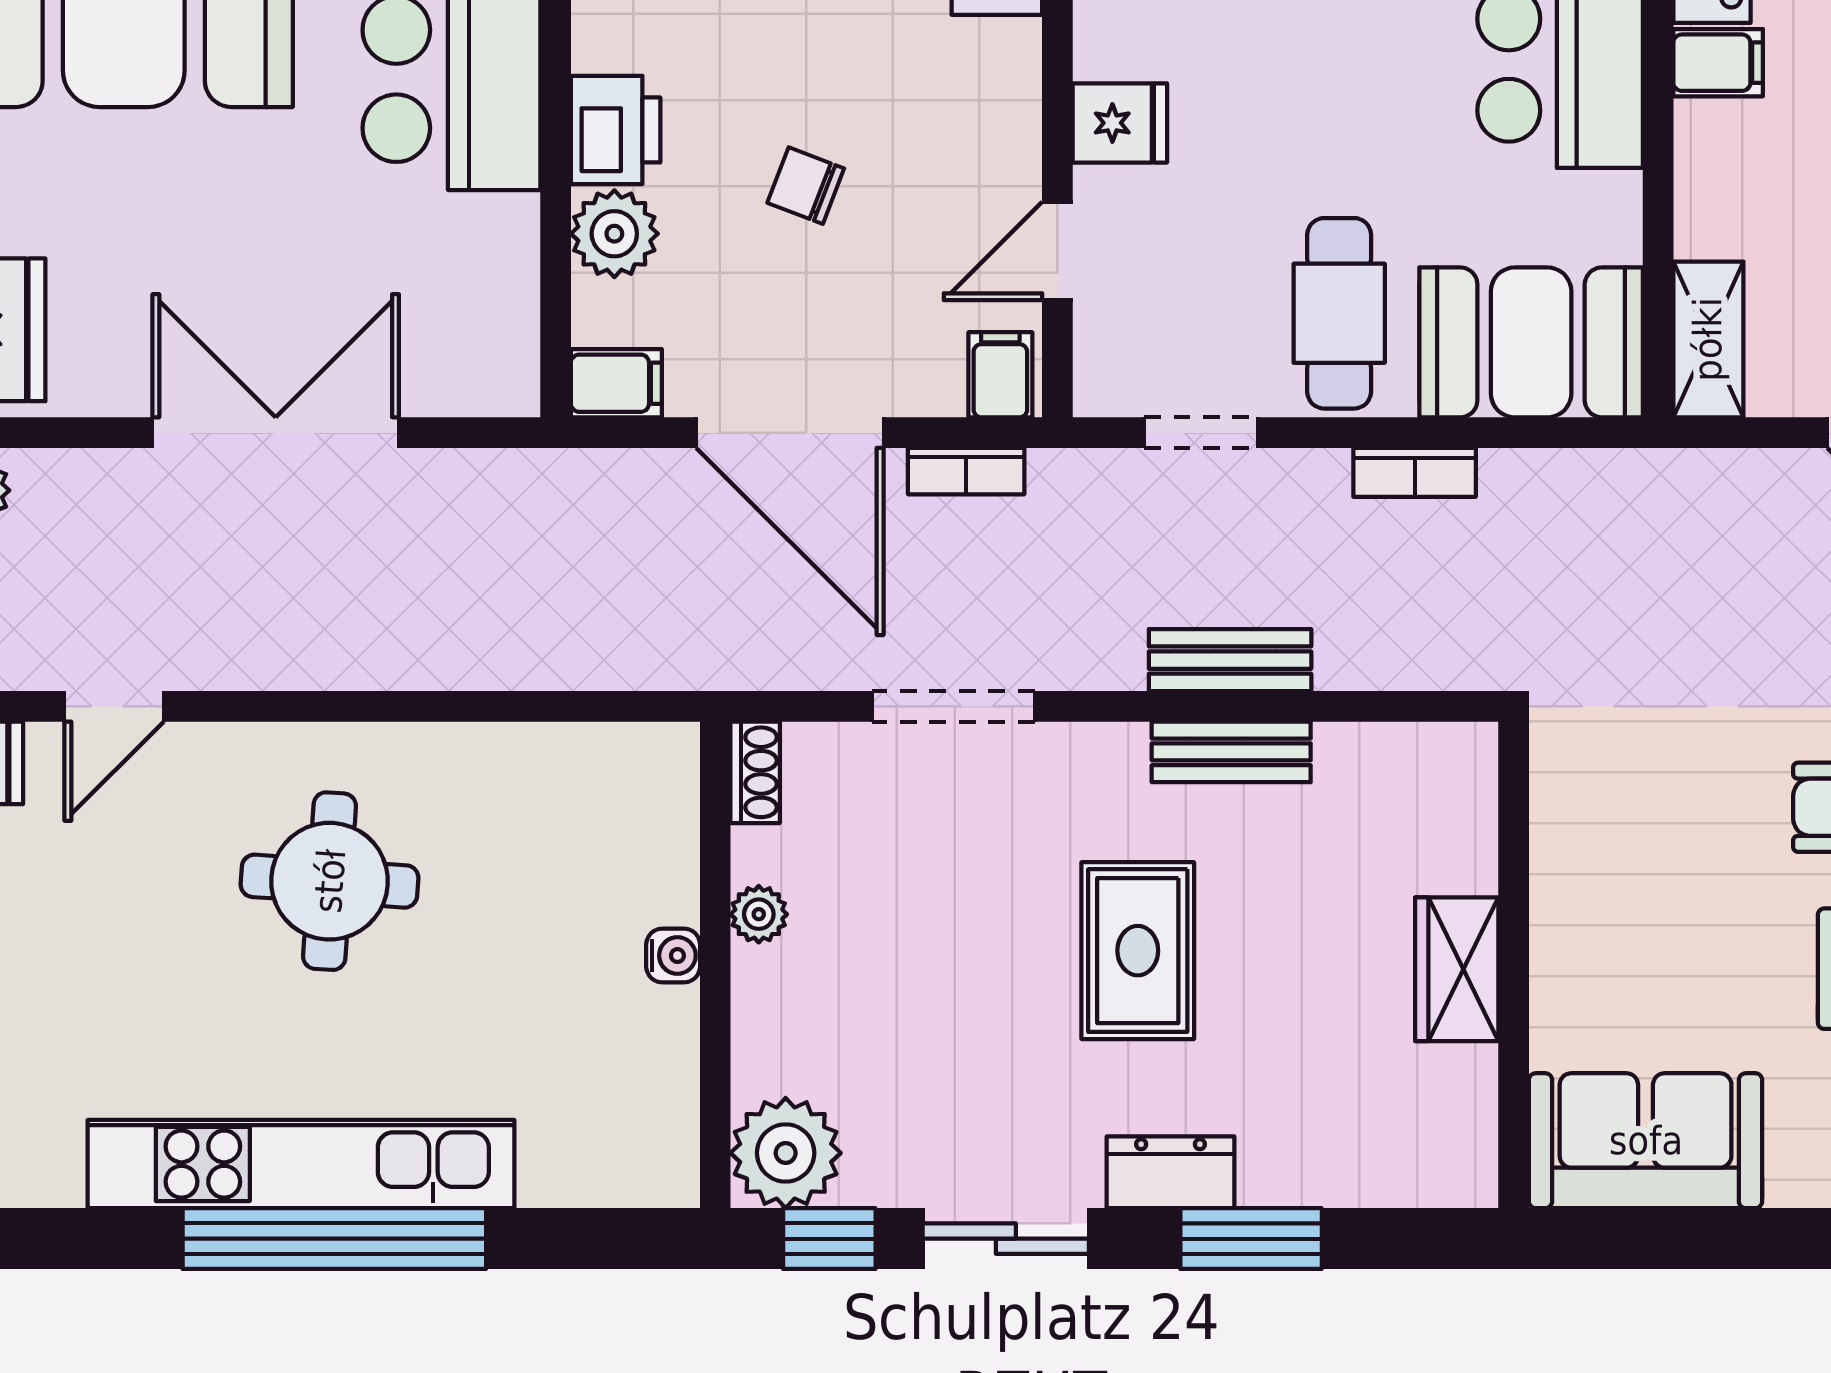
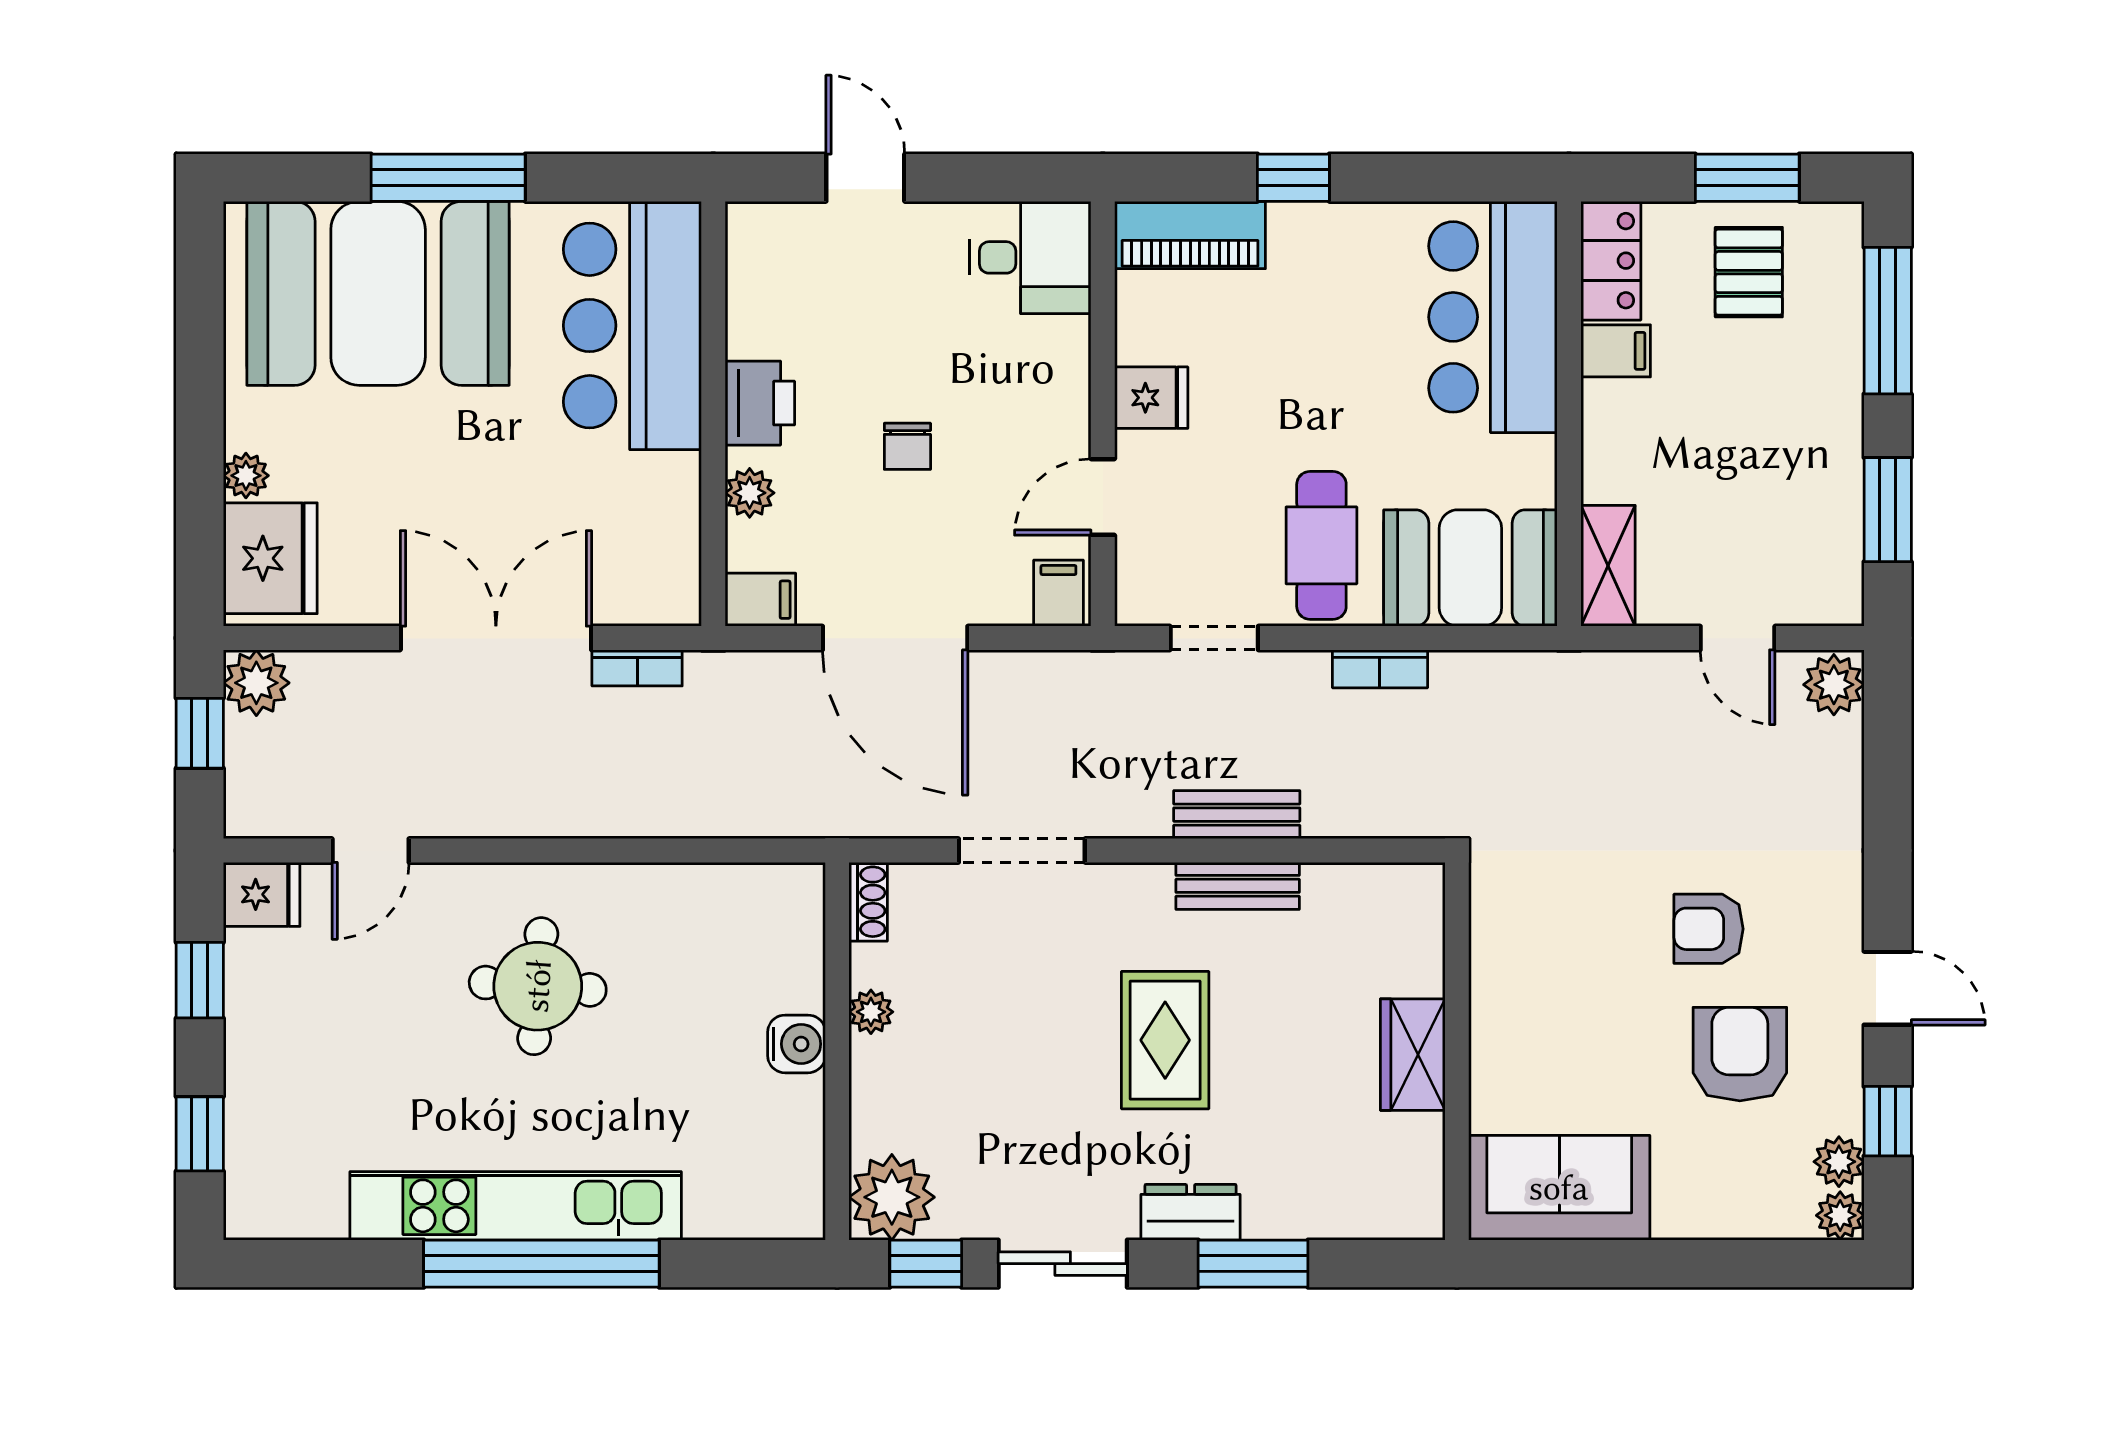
chair: (806, 186) -> (907, 446), turned -111
plant: (614, 234) -> (750, 493), width x0.73, depth x0.73
bookcase: (966, 471) -> (637, 668), moved
water cooler: (673, 956) -> (796, 1044), width x1.38, depth x1.38

